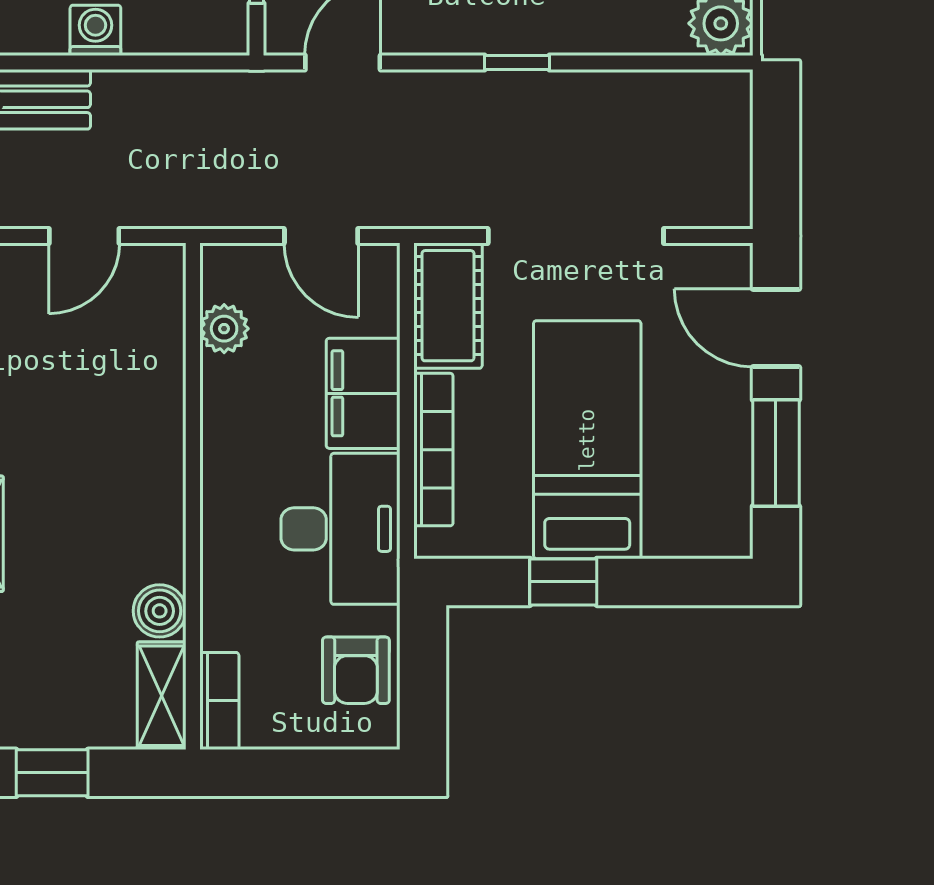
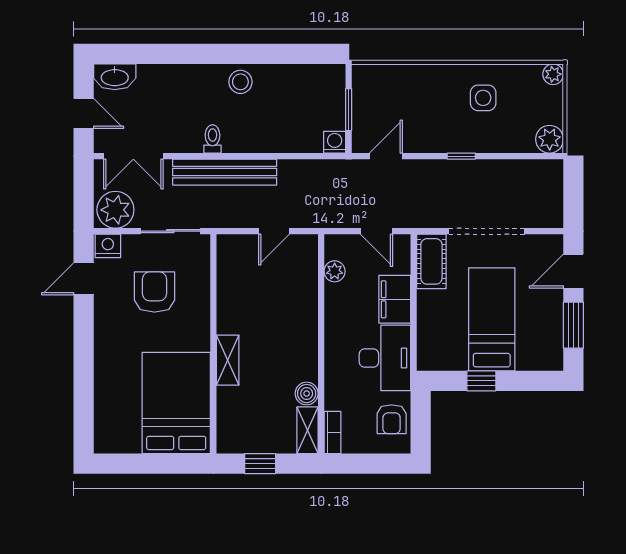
washing machine: (95, 30) -> (335, 142), moved
door: (776, 328) -> (573, 271), hinge flipped
bookcase: (433, 450) -> (425, 324), removed

